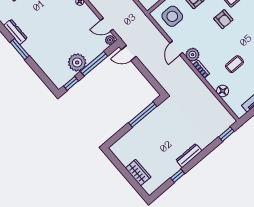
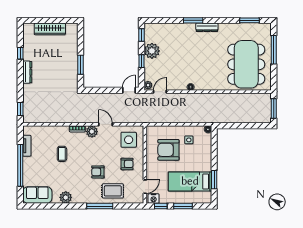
window: (94, 64) -> (141, 61), width x0.46
floor lamp: (223, 91) -> (51, 131), removed
window: (143, 114) -> (80, 65), width x0.69
wardrobe: (138, 173) -> (50, 29), width x1.50

